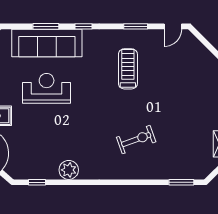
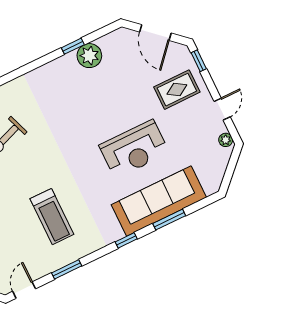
plant: (69, 170) -> (89, 56), moved
window: (37, 182) -> (73, 46), moved

